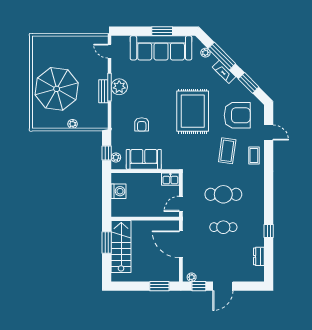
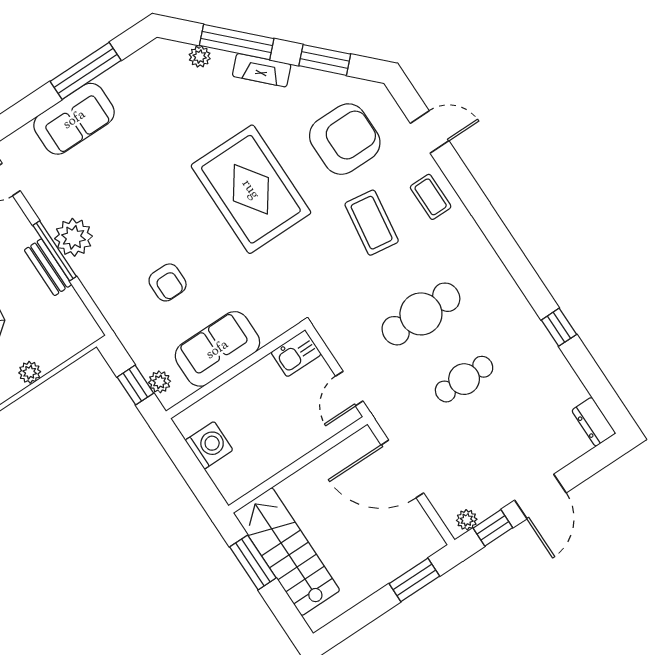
window: (162, 31) -> (86, 71), width x1.44
sofa: (161, 48) -> (74, 119), width x0.54, depth x0.79
dresser: (259, 256) -> (594, 422), moved

